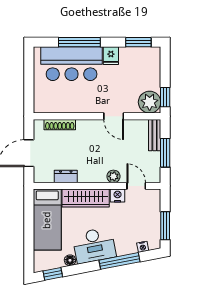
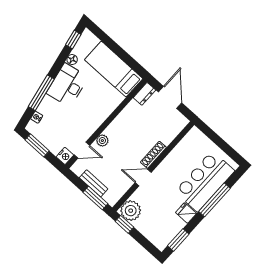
shoe rack: (60, 125) -> (153, 155), moved
bench: (155, 135) -> (94, 183), moved
window: (165, 153) -> (95, 198), moved
dresser: (66, 176) -> (144, 94), moved
nightstand: (118, 196) -> (65, 156), moved
wardrobe: (86, 198) -> (105, 108), removed

